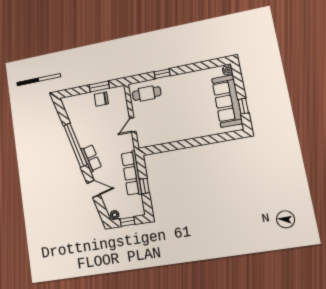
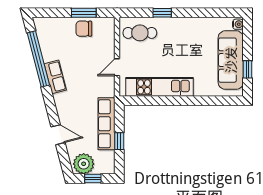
kitchen unit: (170, 135) -> (159, 87), added
window: (75, 145) -> (38, 59), moved
row of seats: (91, 158) -> (55, 77), moved
plant: (115, 215) -> (84, 164), width x1.88, depth x1.88

